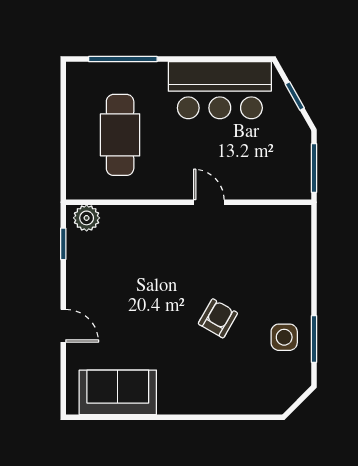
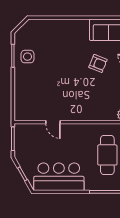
door: (209, 202) -> (53, 122), moved
armchair: (218, 318) -> (98, 63), moved, turned -98

